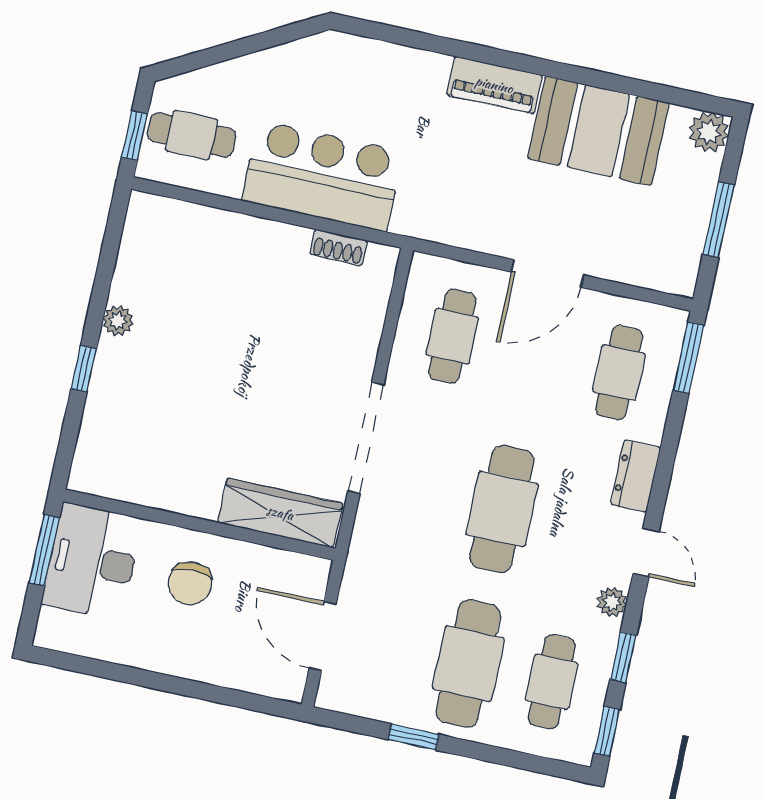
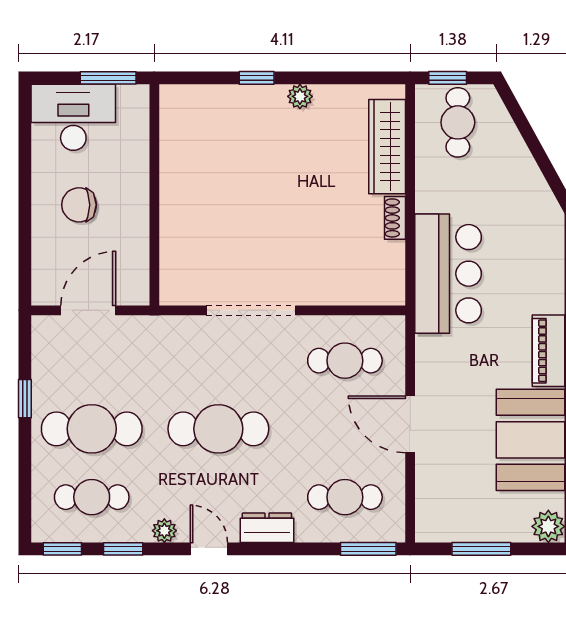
bar counter: (322, 176) -> (448, 274), moved
shoe rack: (338, 247) -> (395, 218), moved
wardrobe: (280, 513) -> (387, 147), moved, turned 180
door: (646, 552) -> (209, 549), swing flipped
desk: (92, 561) -> (73, 117), moved
chair: (190, 583) -> (79, 205), moved

